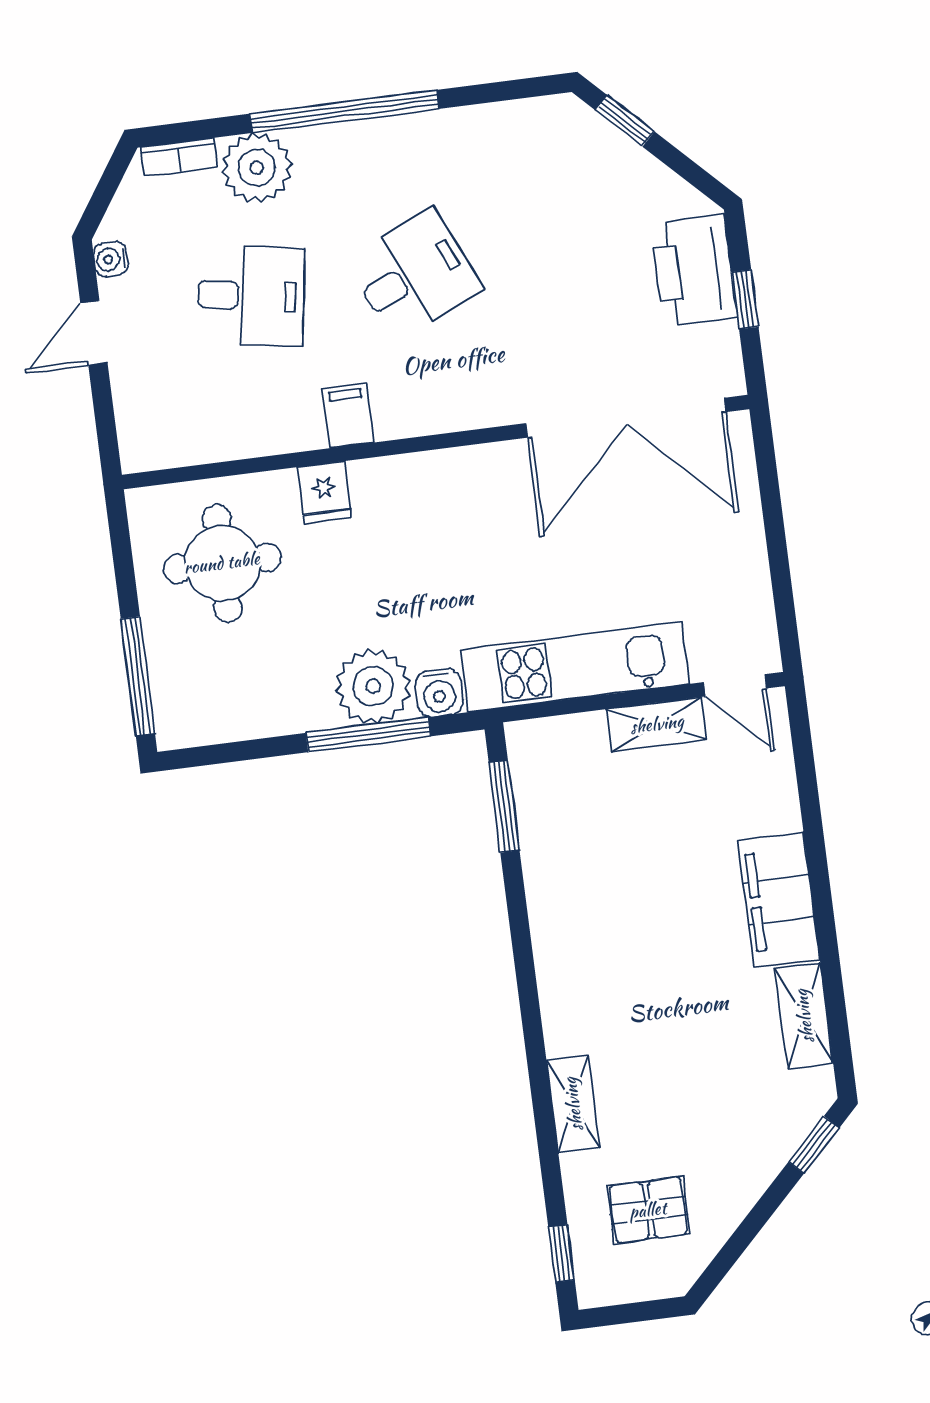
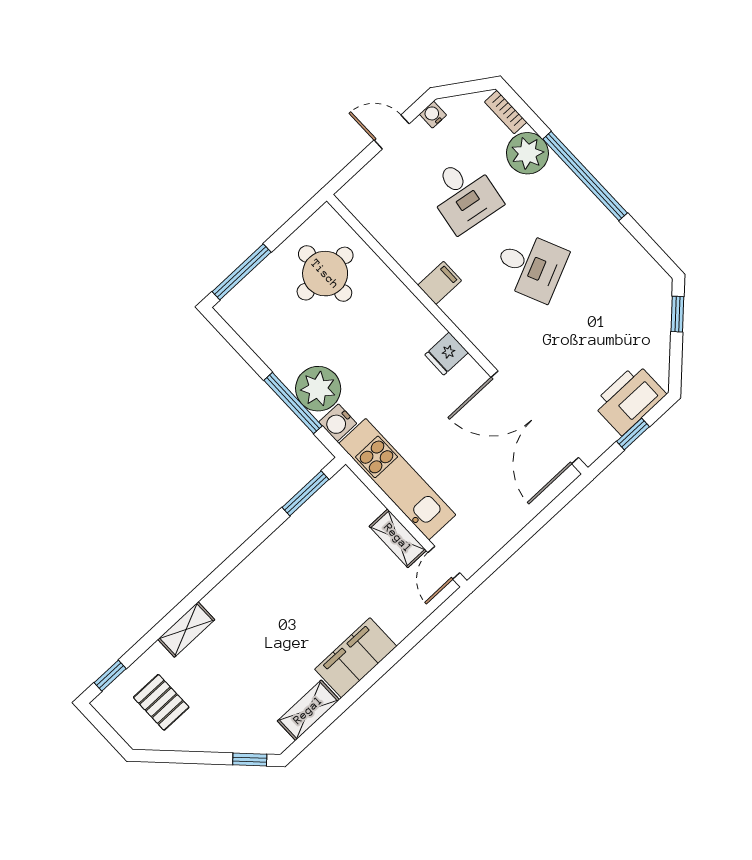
fridge: (324, 492) -> (446, 354), moved

